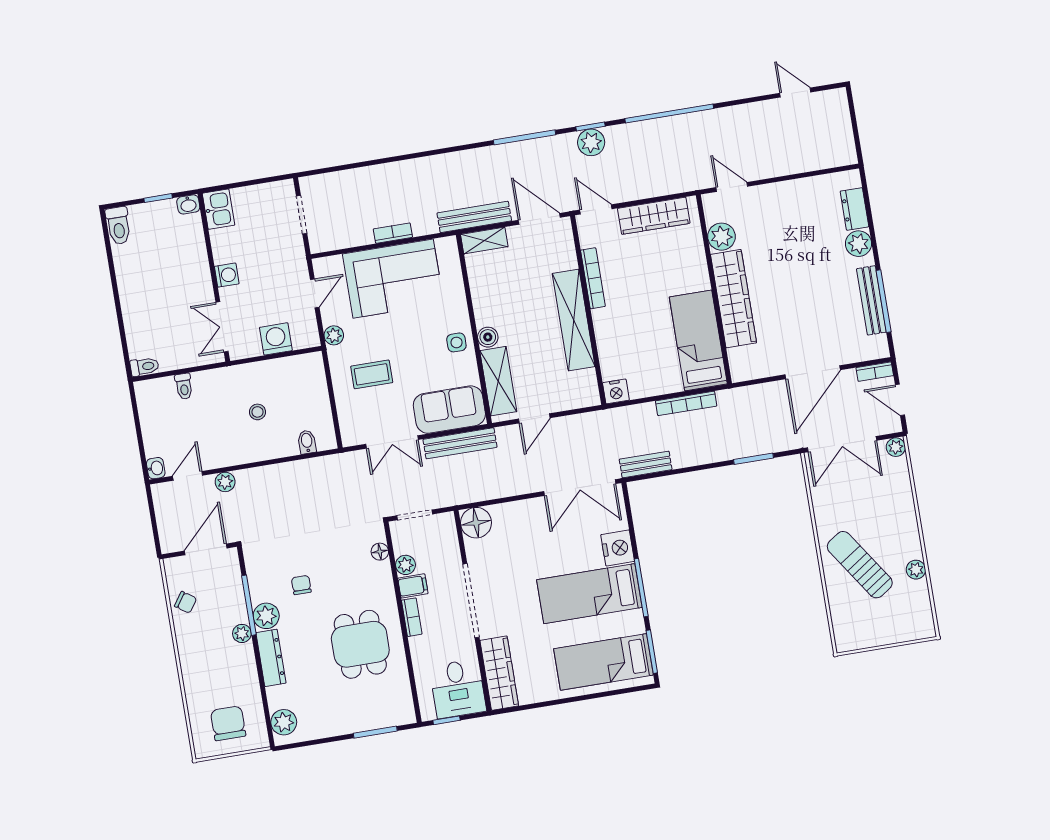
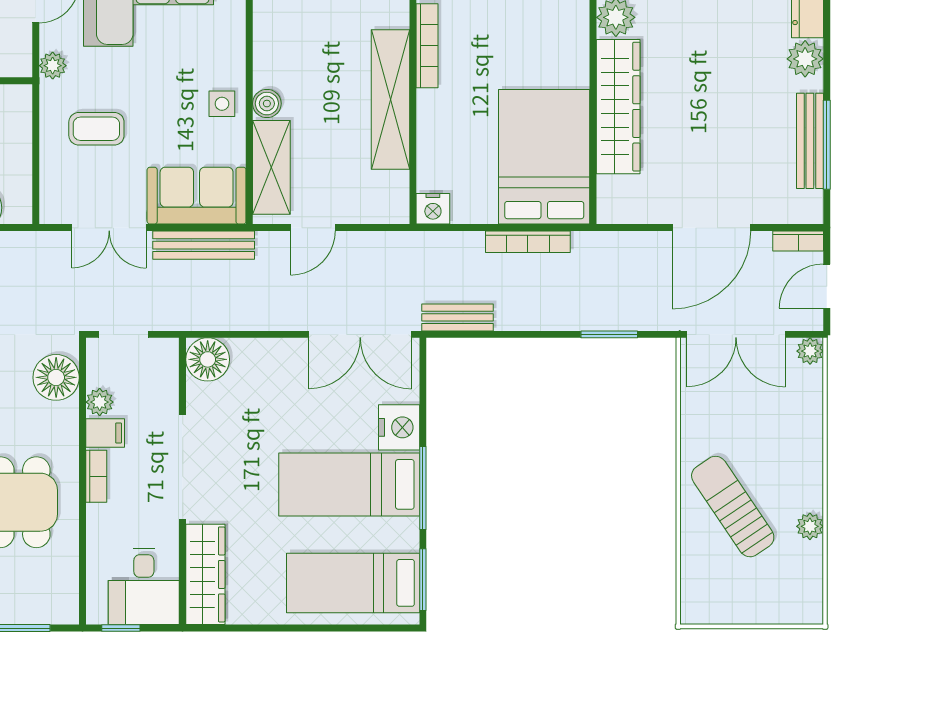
bed: (698, 340) -> (544, 157), width x1.50
door: (900, 400) -> (827, 286), hinge flipped
floor lamp: (380, 552) -> (56, 377), width x1.89, depth x1.89

